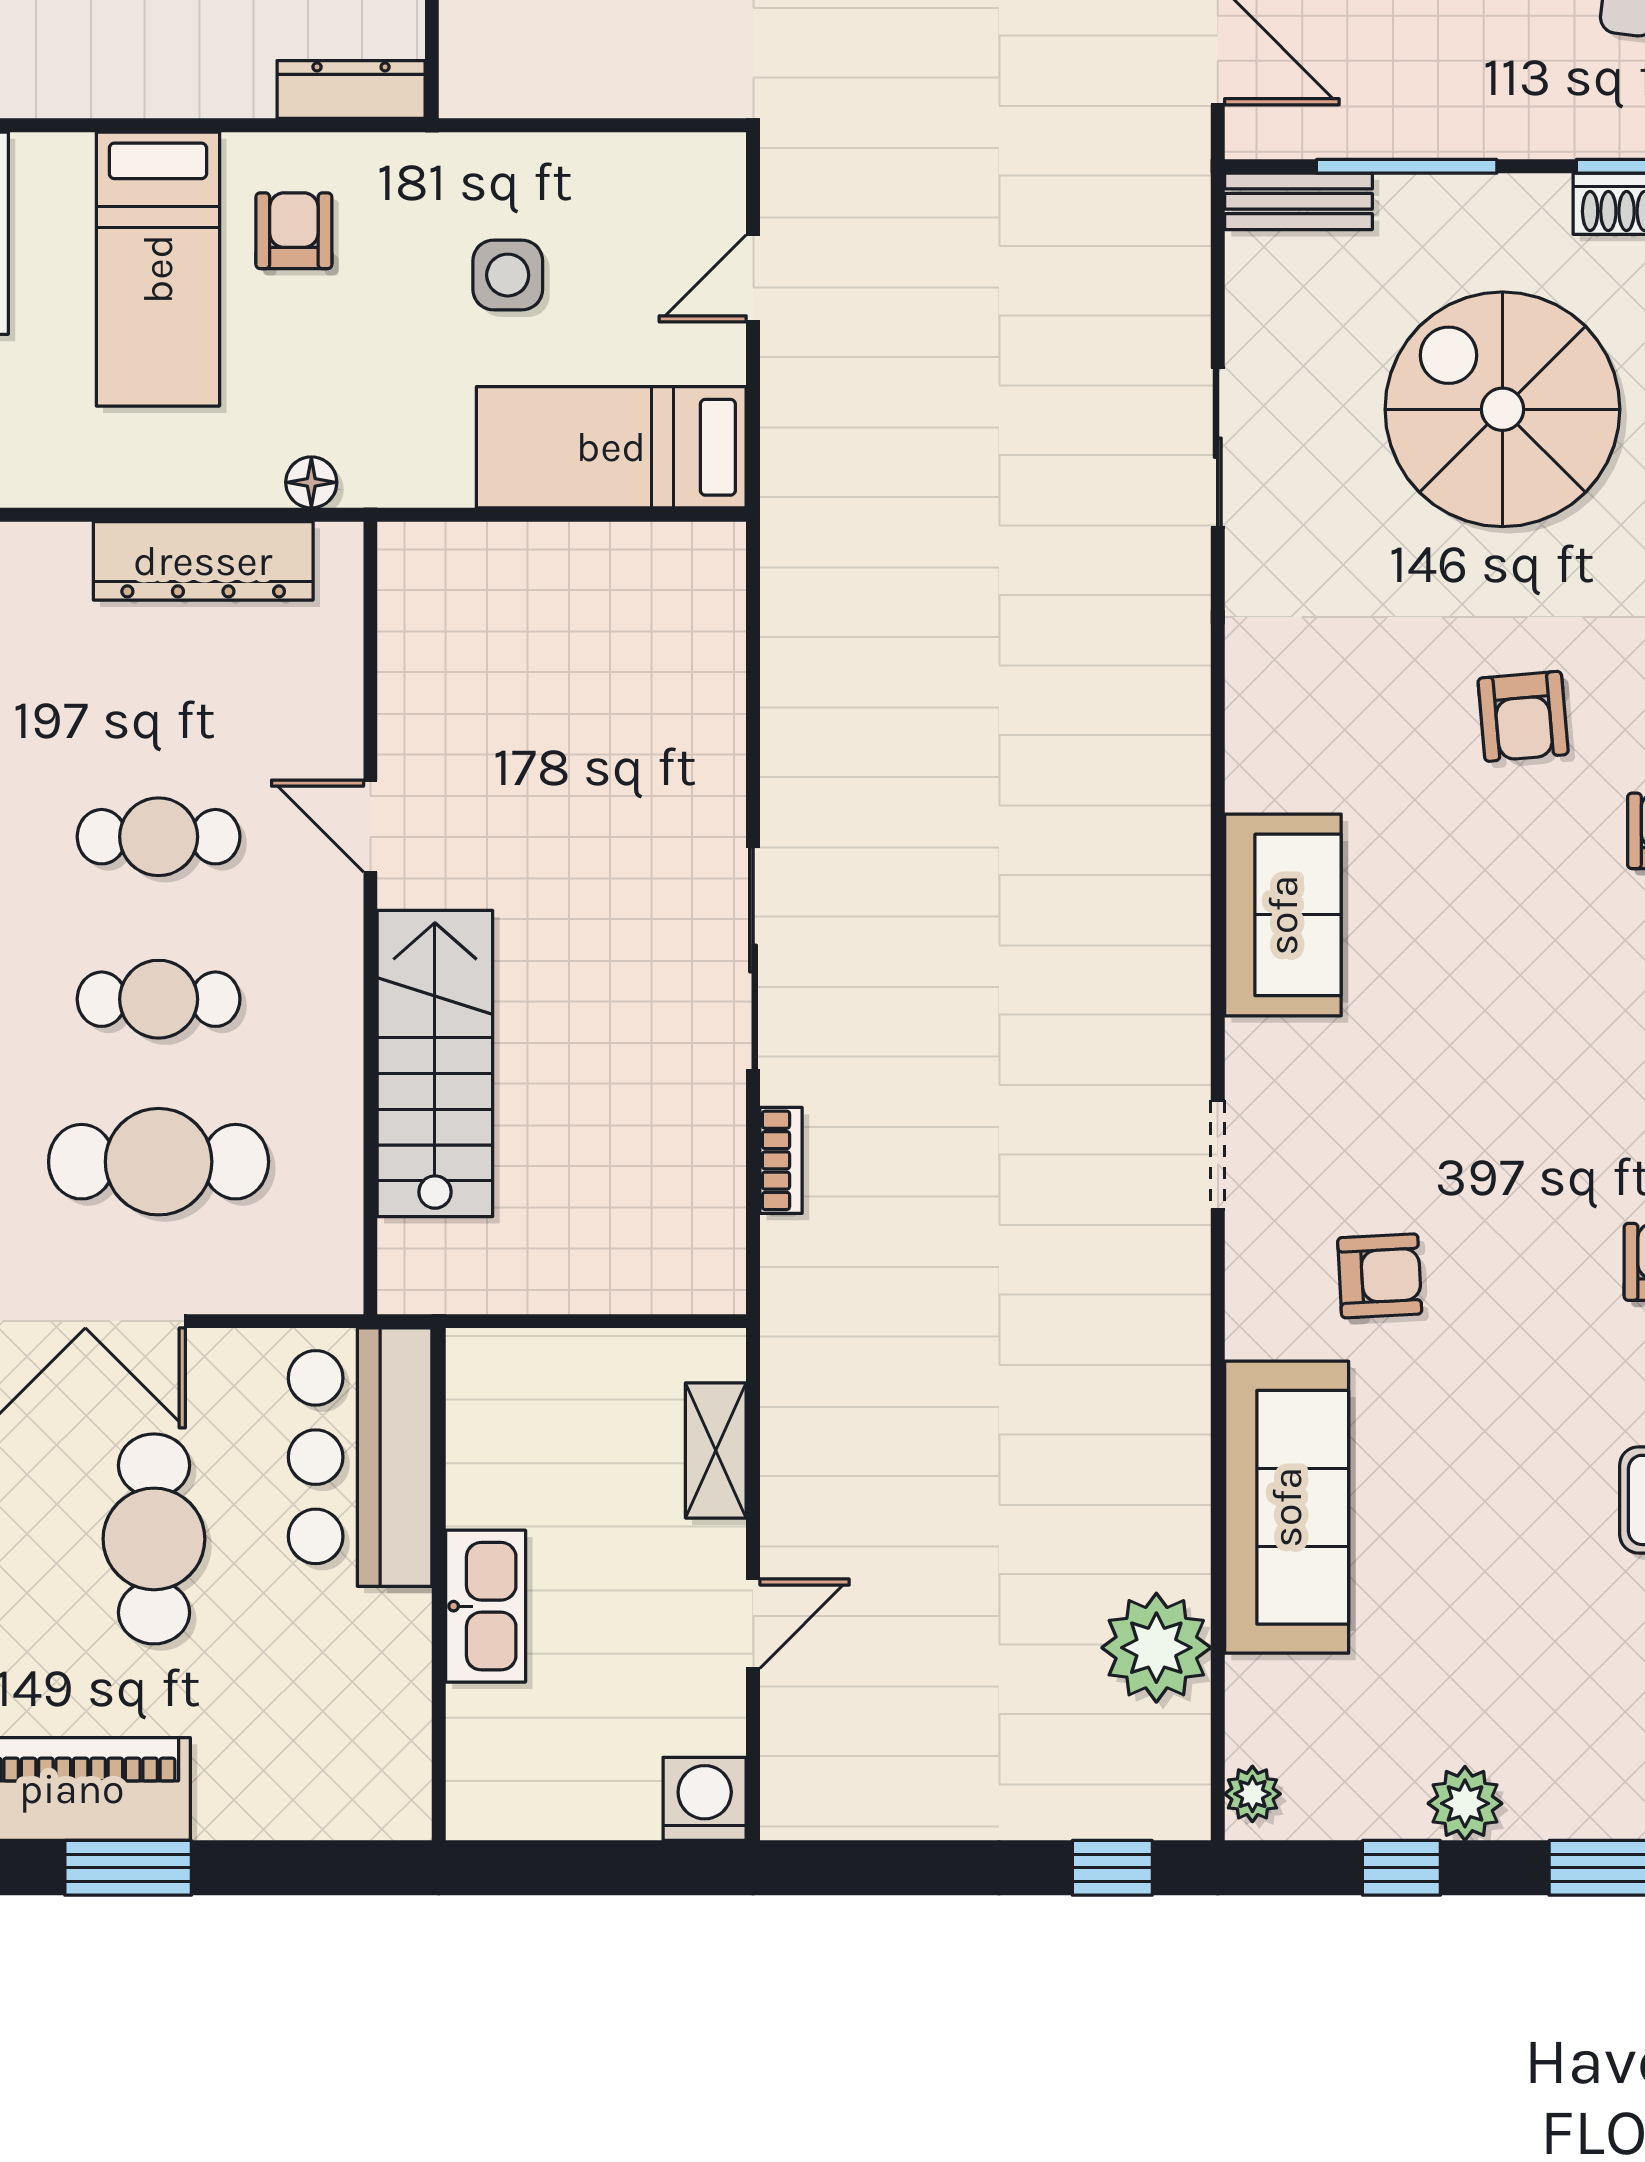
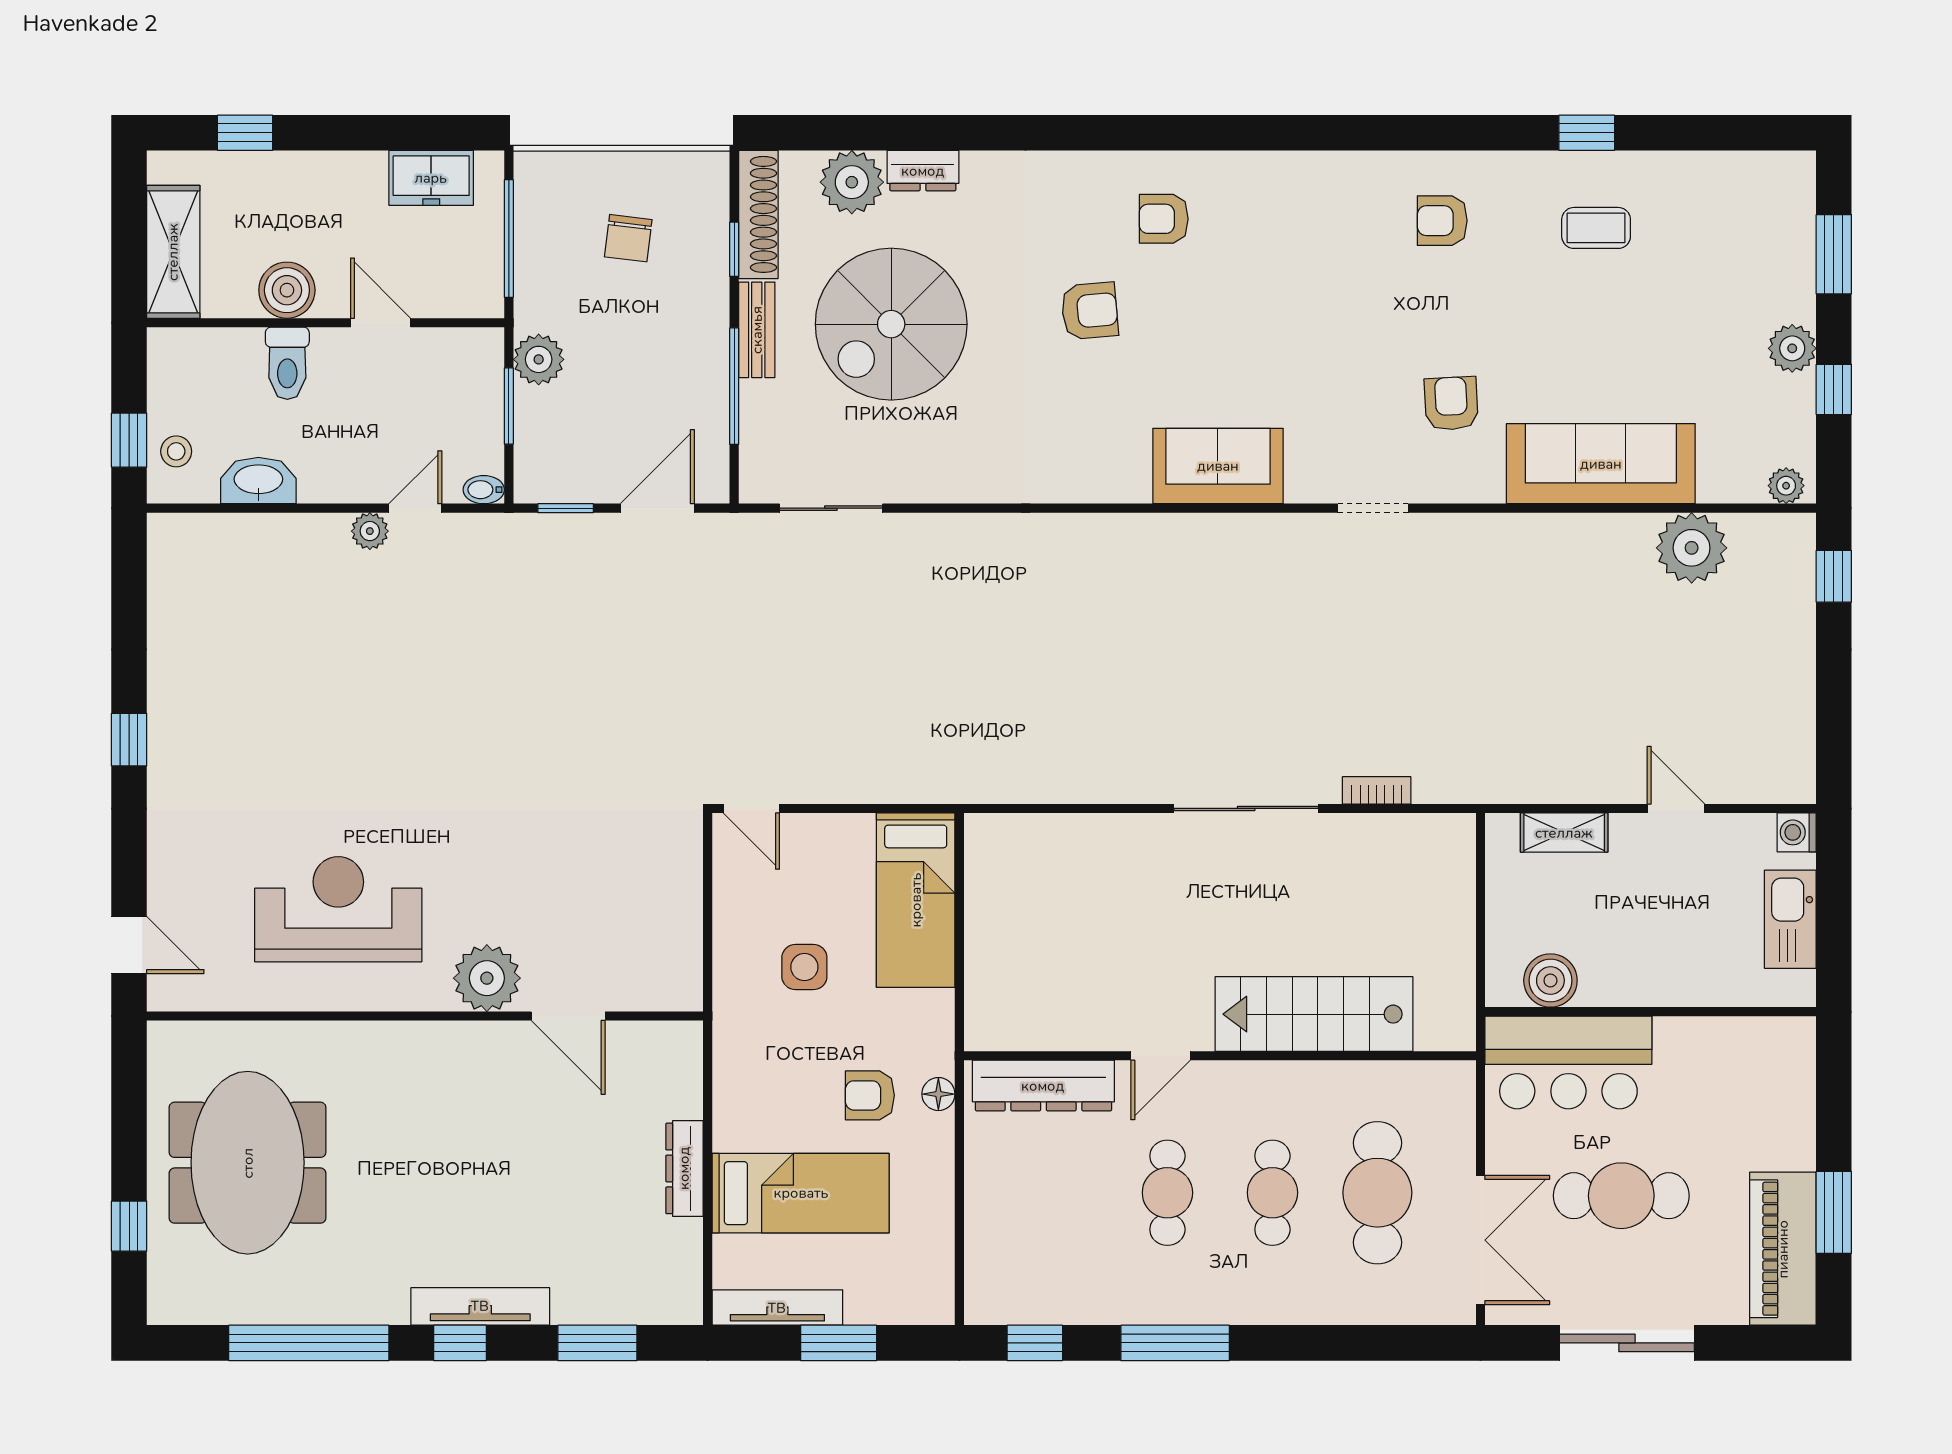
dresser: (351, 90) -> (684, 1168), moved
bench: (1298, 201) -> (757, 330), moved
armchair: (294, 231) -> (870, 1095), moved
door: (753, 278) -> (751, 808), moved
sliding door: (1218, 448) -> (831, 508), moved
dresser: (203, 561) -> (1043, 1086), moved, turned 90
boiler: (487, 1429) -> (1550, 981), added
kitchen sink: (486, 1606) -> (1790, 919), moved, turned -90
washing machine: (705, 1799) -> (1797, 832), width x0.73, depth x0.73

